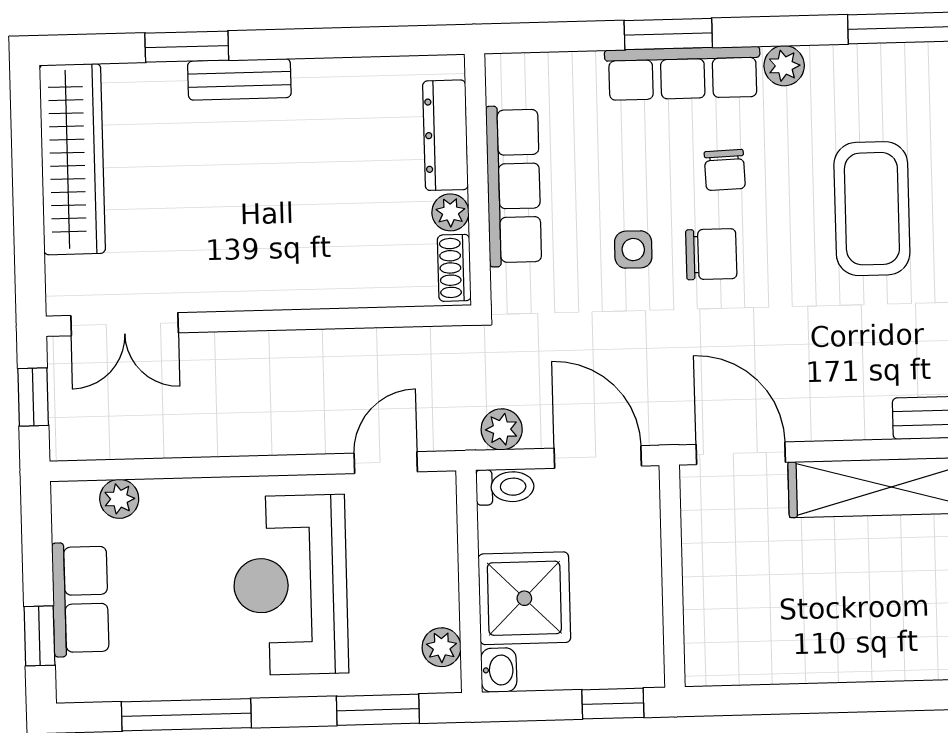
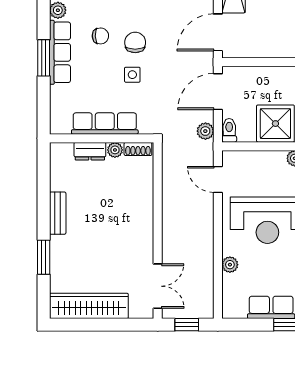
bench: (239, 79) -> (58, 213), moved
dresser: (445, 135) -> (90, 151), width x0.70
plant: (119, 499) -> (230, 265), moved

